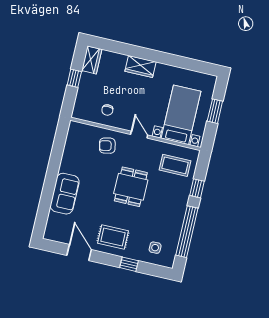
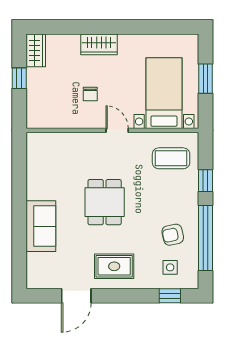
chair: (107, 110) -> (90, 94), moved
armchair: (107, 146) -> (173, 235), moved
dining table: (131, 187) -> (105, 202), moved
door: (79, 253) -> (76, 296), swing flipped
window: (129, 264) -> (170, 296), moved

